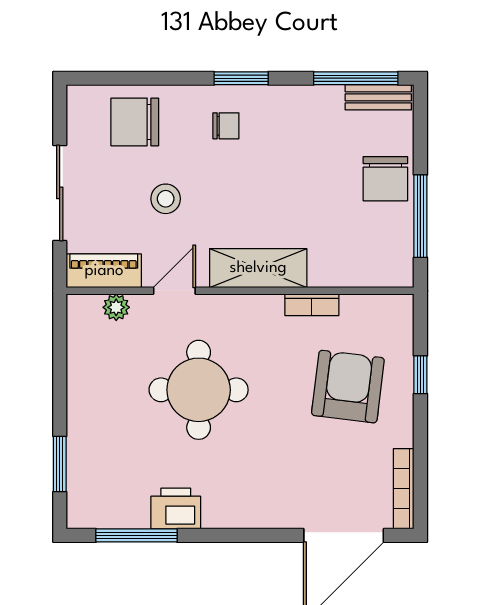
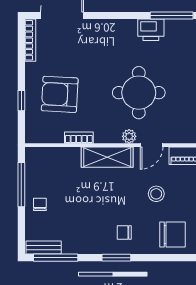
chair: (385, 179) -> (40, 204), width x0.54, depth x0.54
plant: (116, 307) -> (129, 136), moved
armchair: (348, 387) -> (60, 94), turned 86

